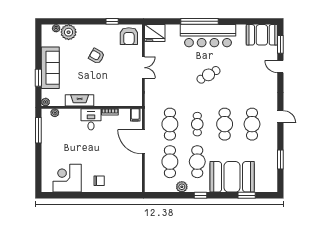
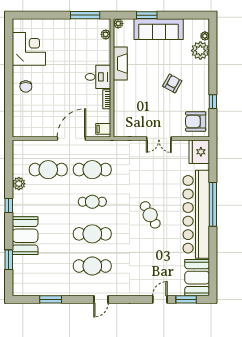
bar counter: (208, 36) -> (196, 214), width x1.36
cafe table: (197, 162) -> (48, 202), removed
booth: (232, 177) -> (25, 236), width x0.73, depth x0.70

